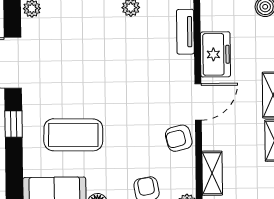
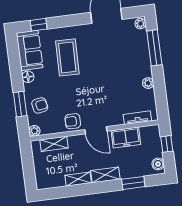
window: (14, 124) -> (39, 25), moved
armchair: (179, 138) -> (73, 121), turned -76

